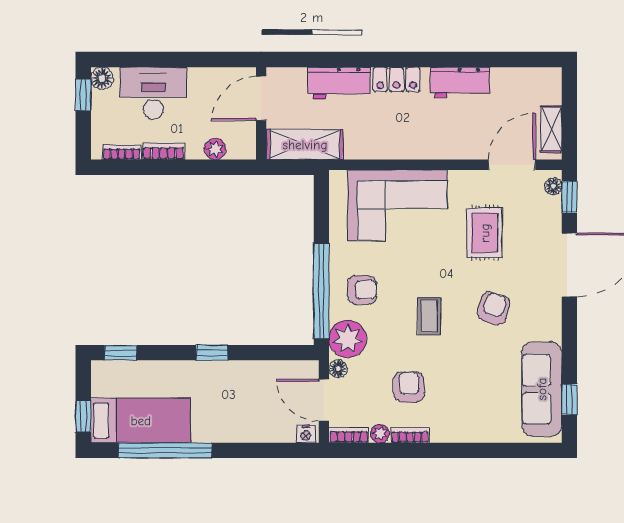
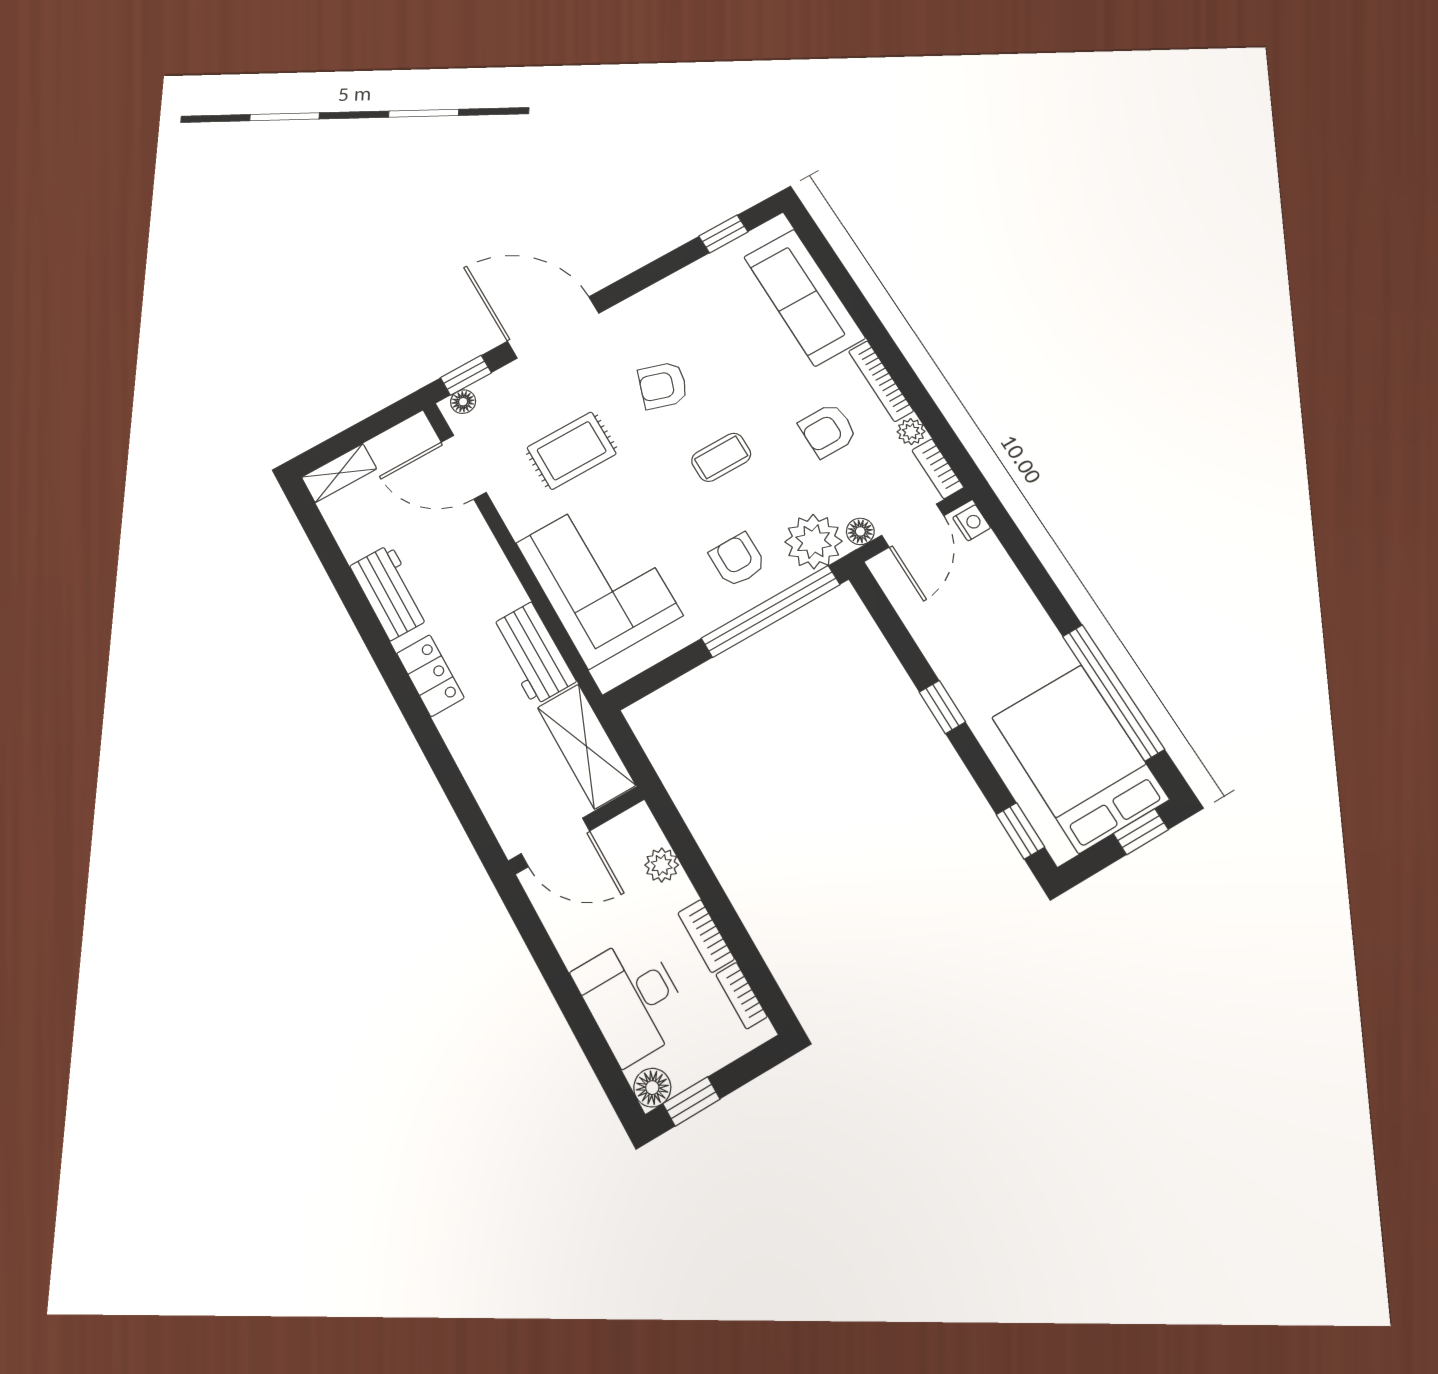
workbench: (339, 83) -> (533, 654), moved, turned 180
shelving: (551, 129) -> (339, 473), moved
sofa: (542, 389) -> (804, 297), moved, turned 90
bed: (141, 421) -> (1080, 758), width x1.50
bookcase: (410, 435) -> (881, 381), width x1.56

